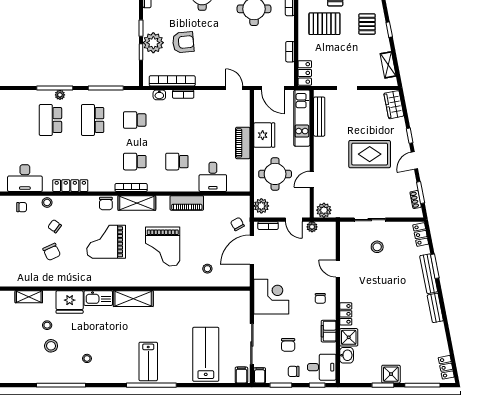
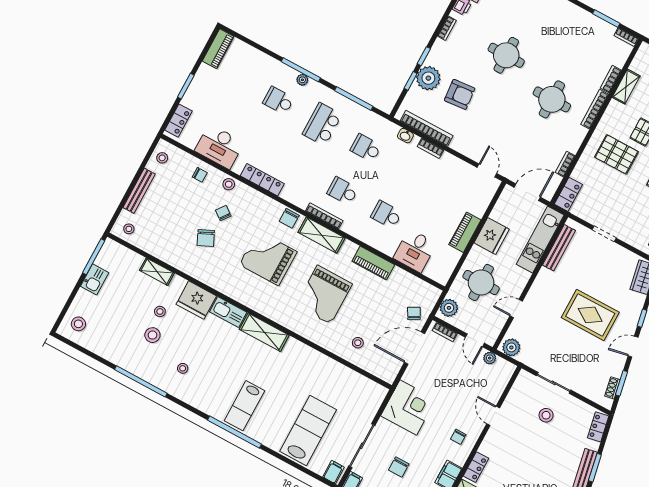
door: (273, 88) -> (527, 192), swing flipped
school desk: (50, 120) -> (278, 101), width x0.54

